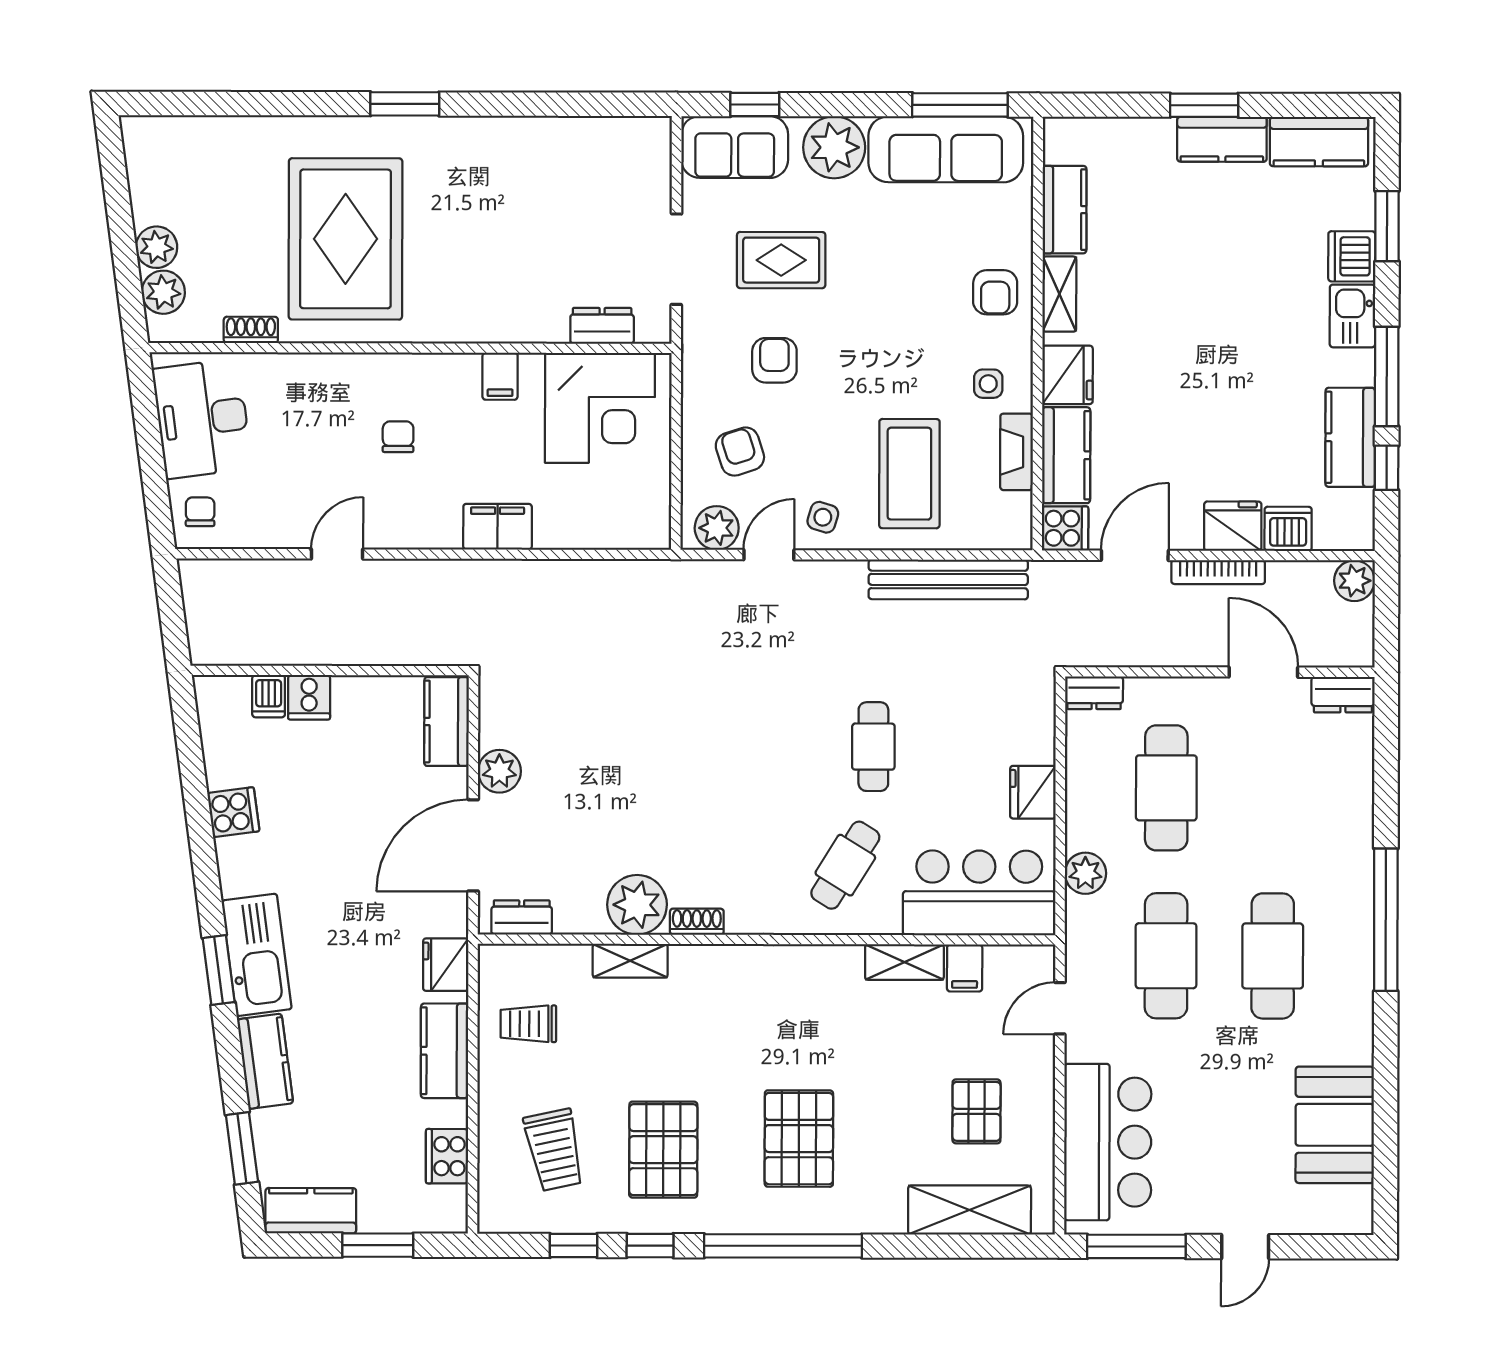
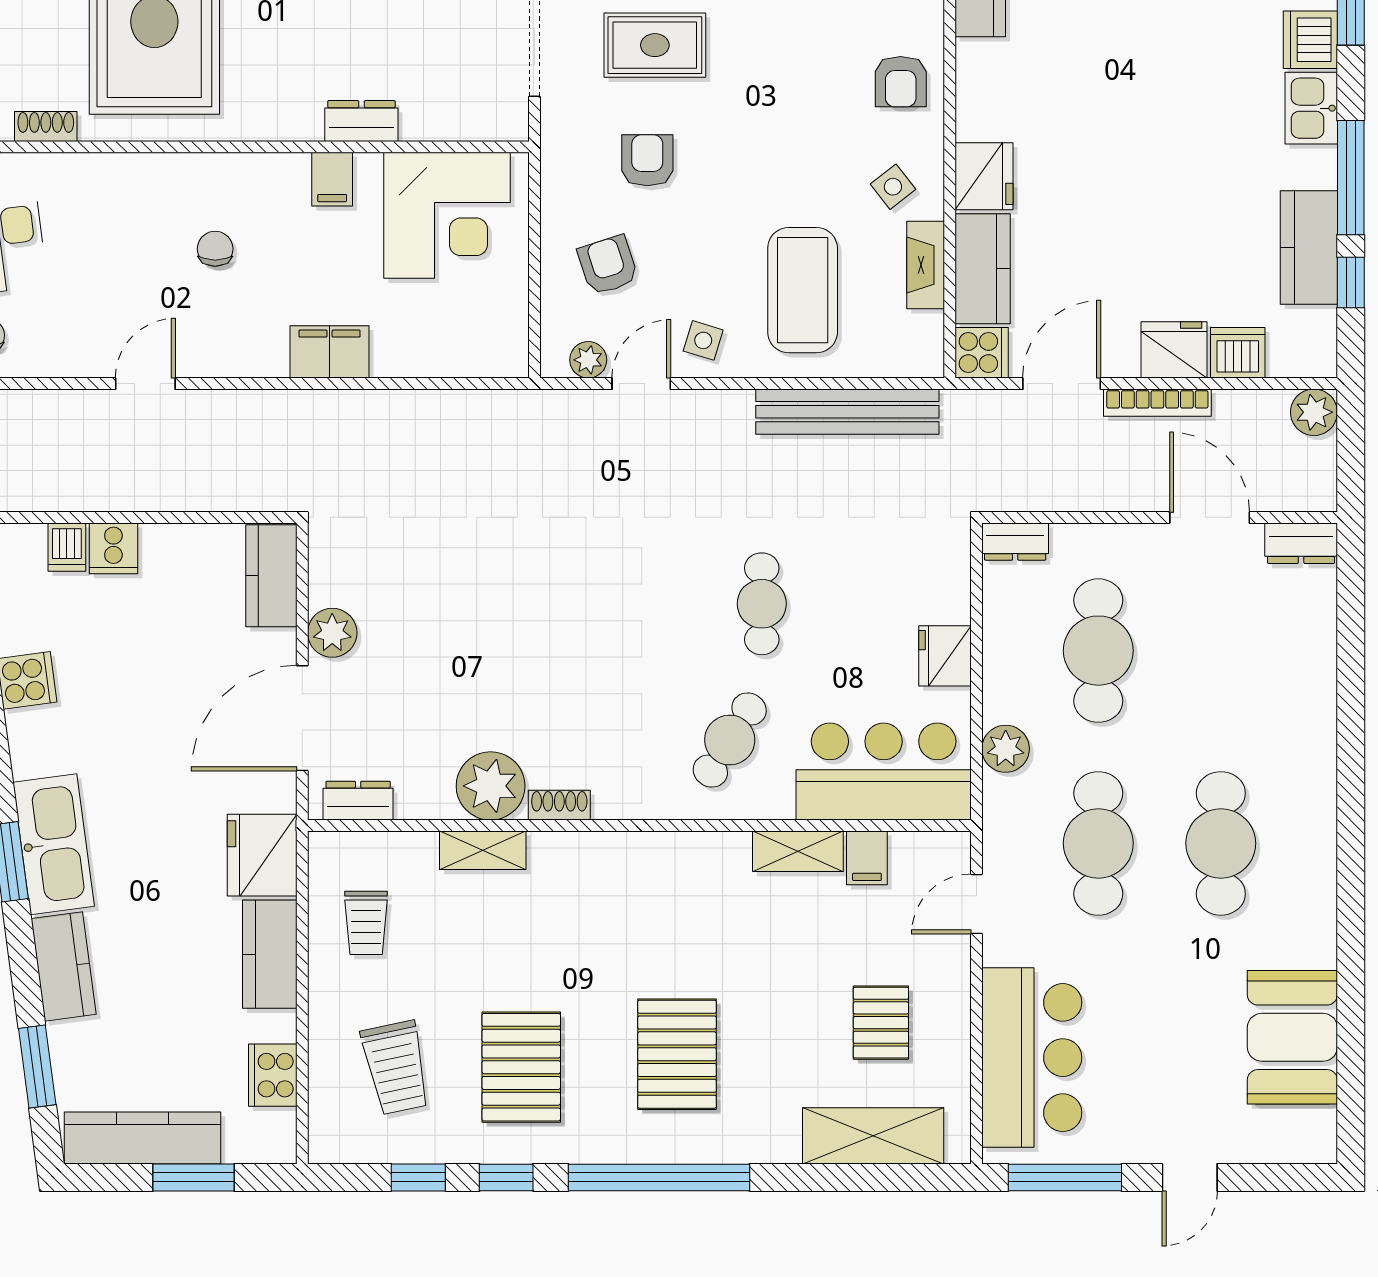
shelving: (1059, 294) -> (974, 84), removed
dresser: (602, 326) -> (361, 121), moved
side table: (988, 384) -> (893, 187), turned -38
plant: (717, 528) -> (588, 360), width x0.73, depth x0.73
window: (1386, 920) -> (1351, 802), removed
fridge: (446, 965) -> (262, 855), width x1.36, depth x1.34
trolley: (528, 1024) -> (366, 923), turned -90
kitchen counter: (311, 1211) -> (143, 1138), width x1.50

